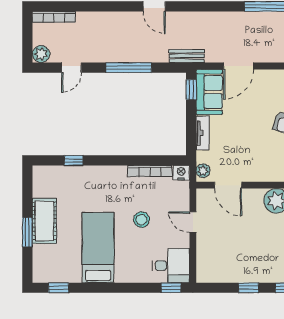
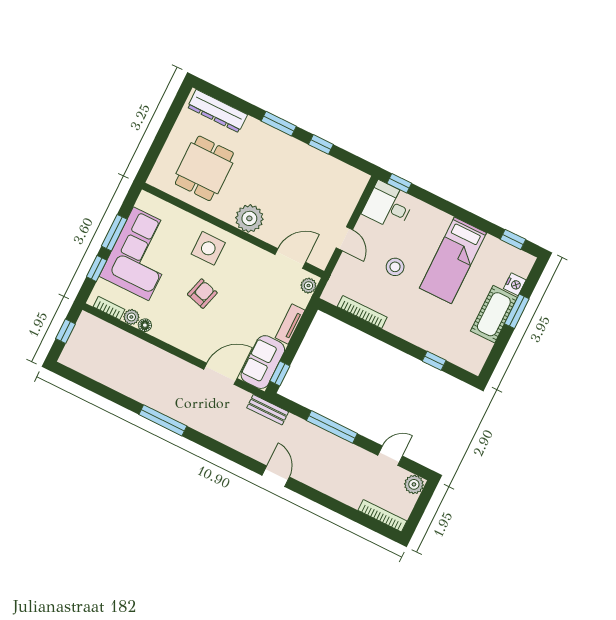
nightstand: (181, 173) -> (515, 284), moved, turned -90
door: (228, 185) -> (290, 258), hinge flipped

